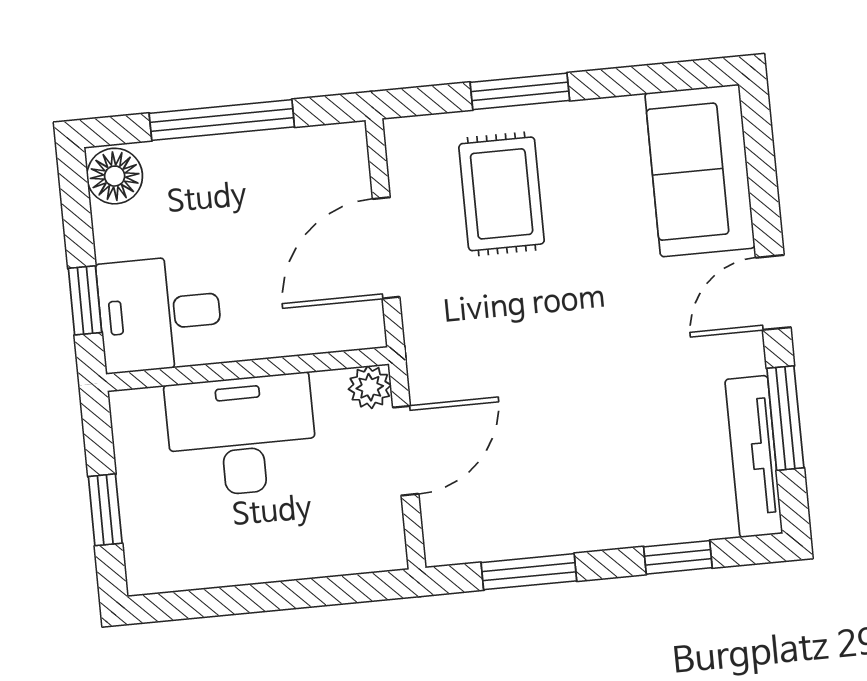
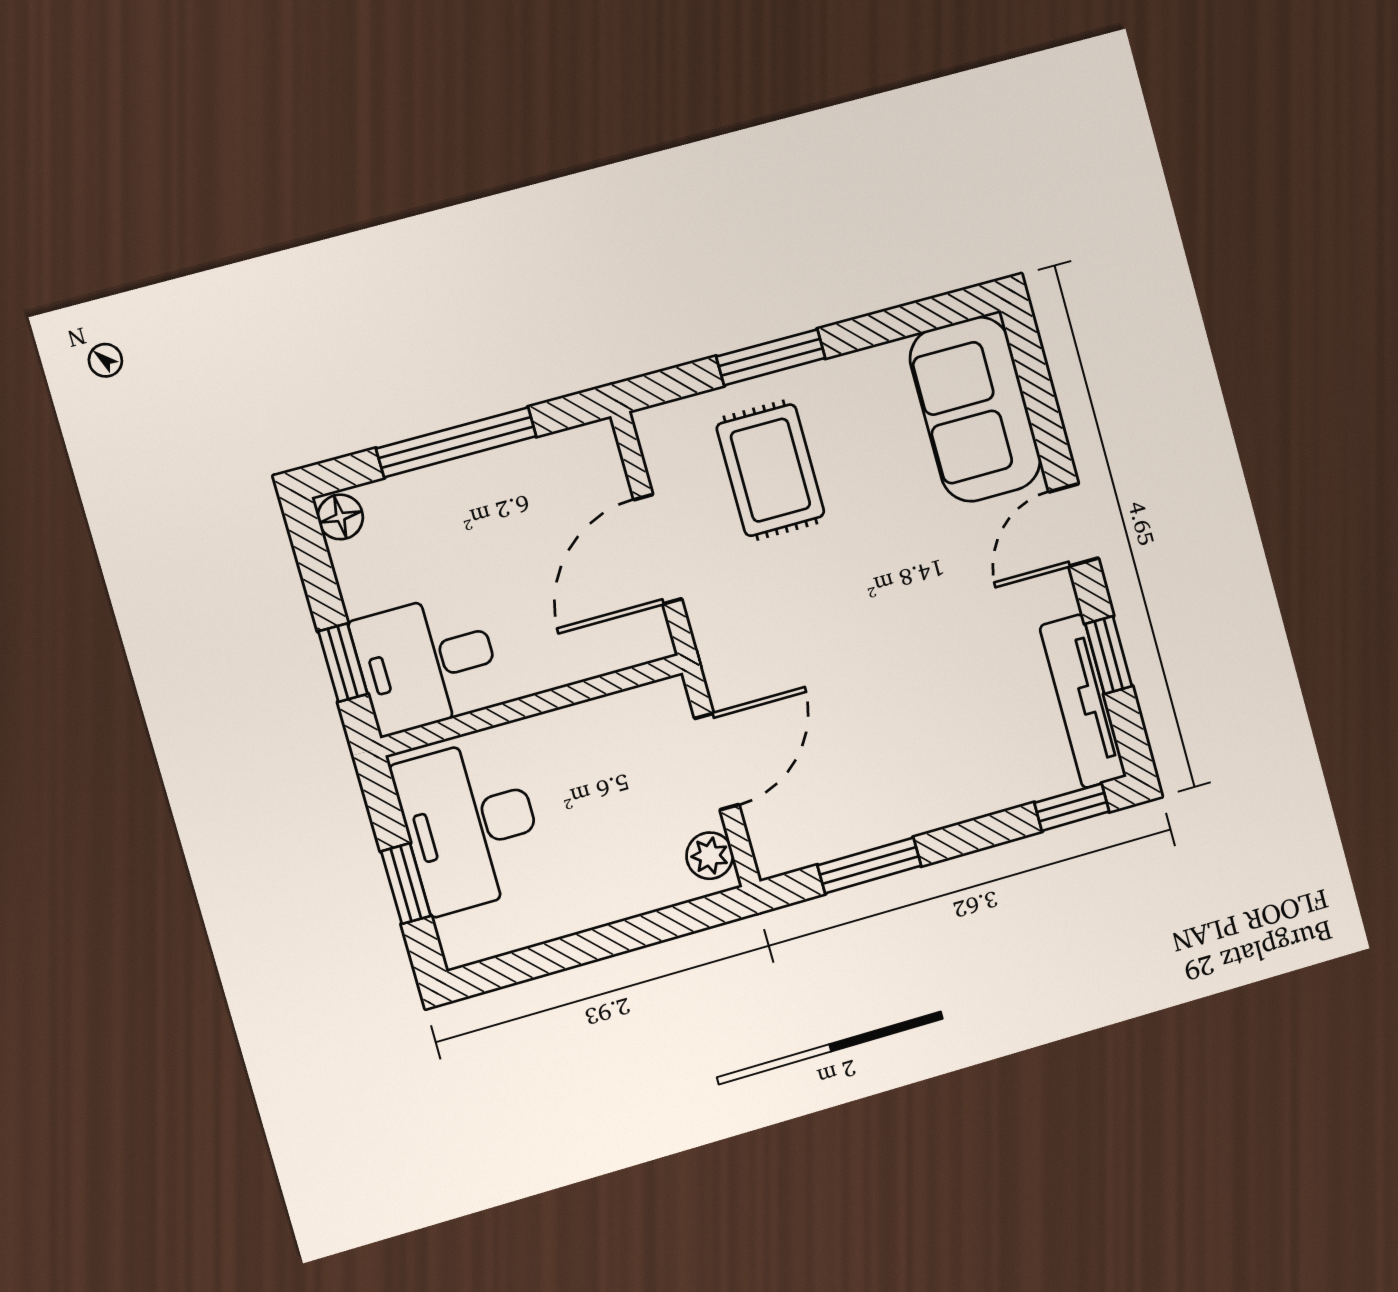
floor lamp: (115, 176) -> (340, 517), width x0.73, depth x0.73
plant: (370, 387) -> (710, 856), moved
window: (785, 418) -> (1109, 655), width x0.67
desk: (241, 436) -> (470, 825), moved, turned -90
window: (678, 557) -> (1072, 807), moved

